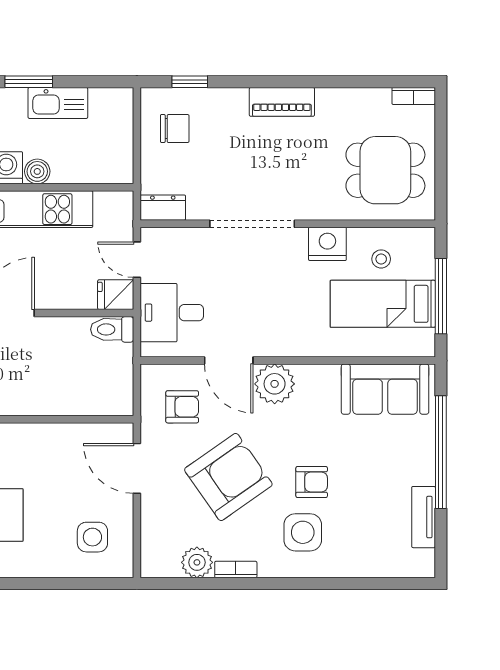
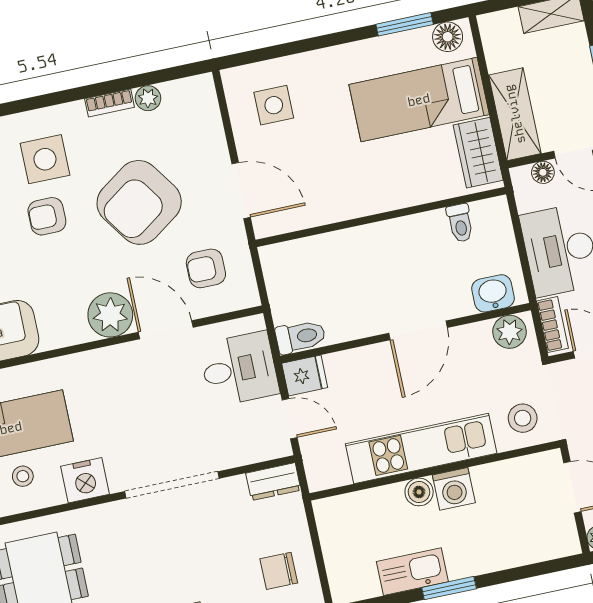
plant: (197, 562) -> (148, 98), width x0.73, depth x0.73

